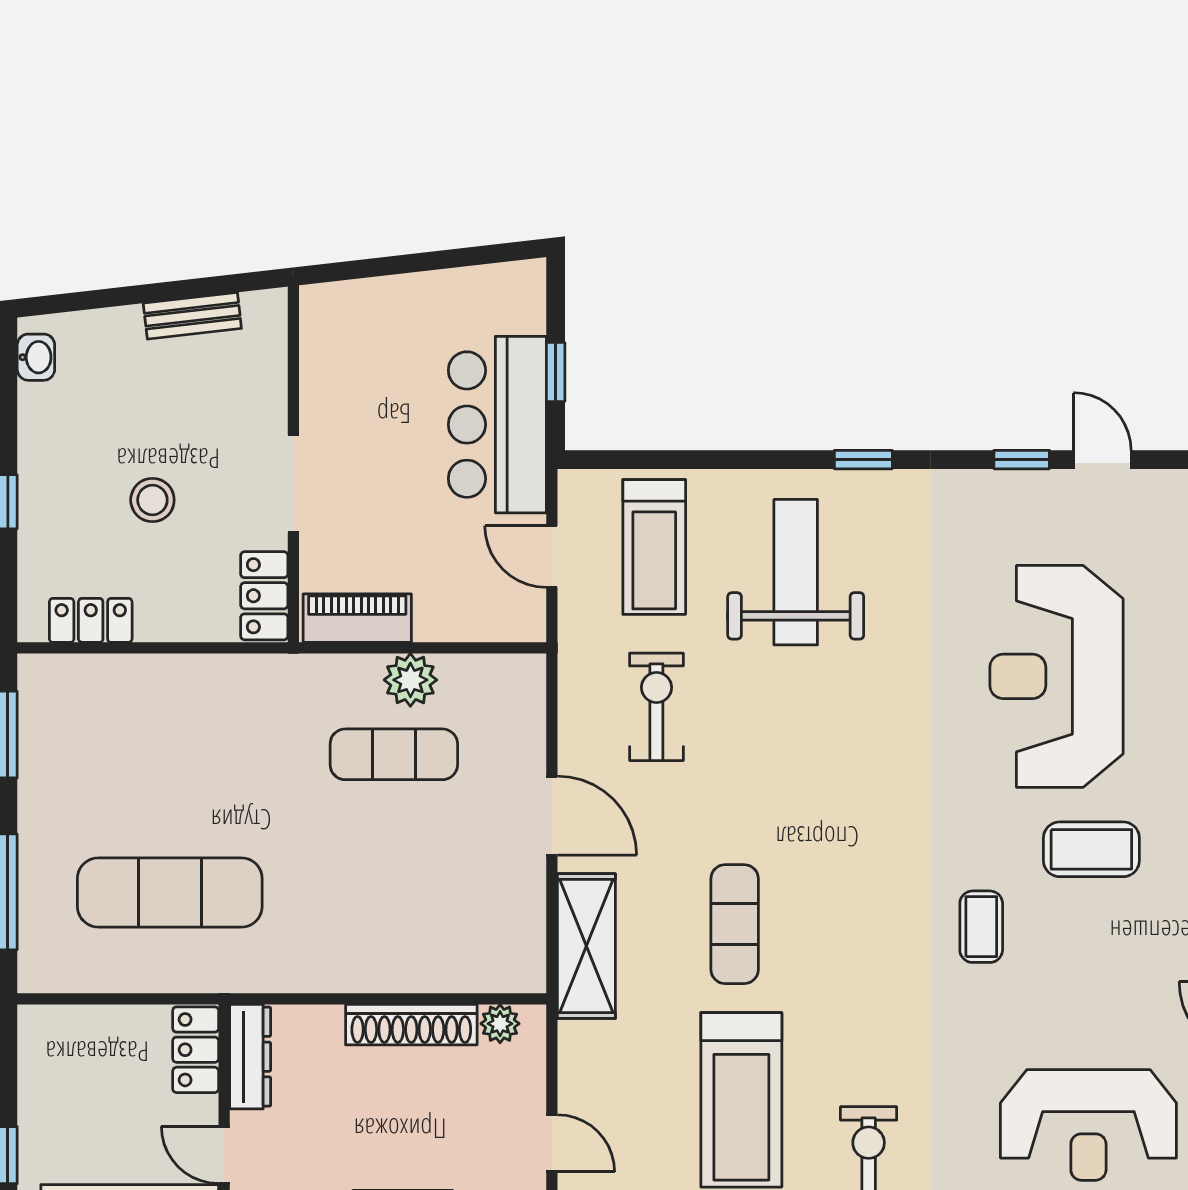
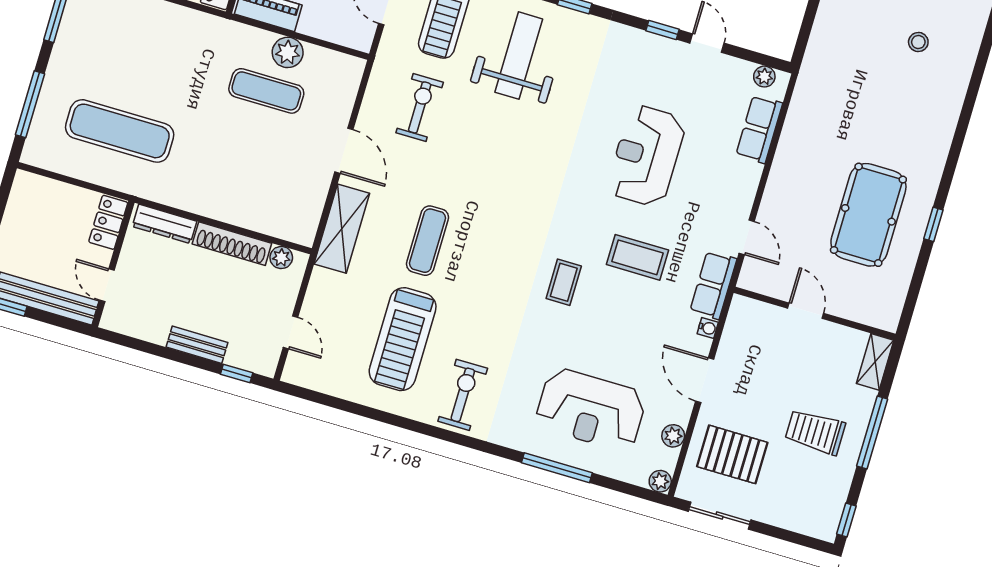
reception desk: (1056, 676) -> (646, 156), width x0.74, depth x0.77
dresser: (250, 1057) -> (164, 224), moved, turned 90

